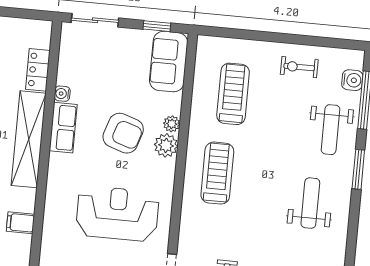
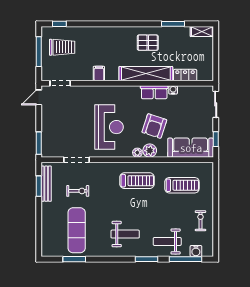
sofa: (169, 62) -> (191, 148), width x1.36
plant: (172, 124) -> (137, 153), moved

